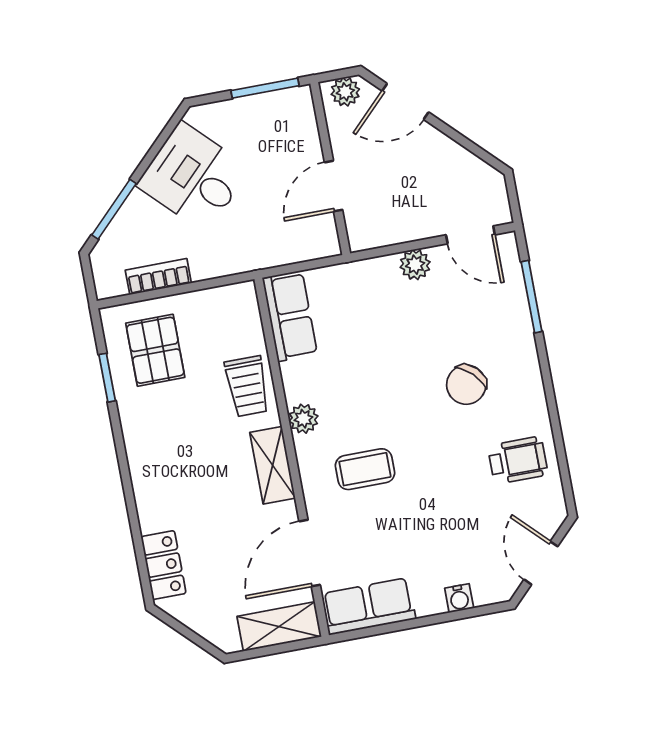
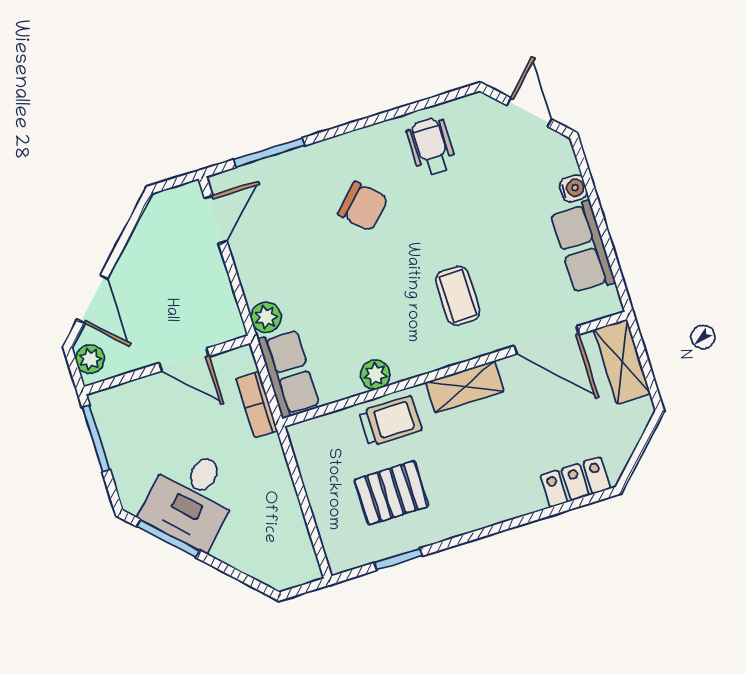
window: (114, 209) -> (168, 538), moved
plant: (415, 265) -> (266, 317), moved
bookcase: (158, 277) -> (257, 405), moved
row of seats: (290, 316) -> (289, 373), moved, turned 90
pallet: (155, 350) -> (391, 493), moved
plant: (303, 419) -> (375, 375), moved
door: (541, 563) -> (529, 112), swing flipped
row of seats: (369, 606) -> (583, 247), moved

